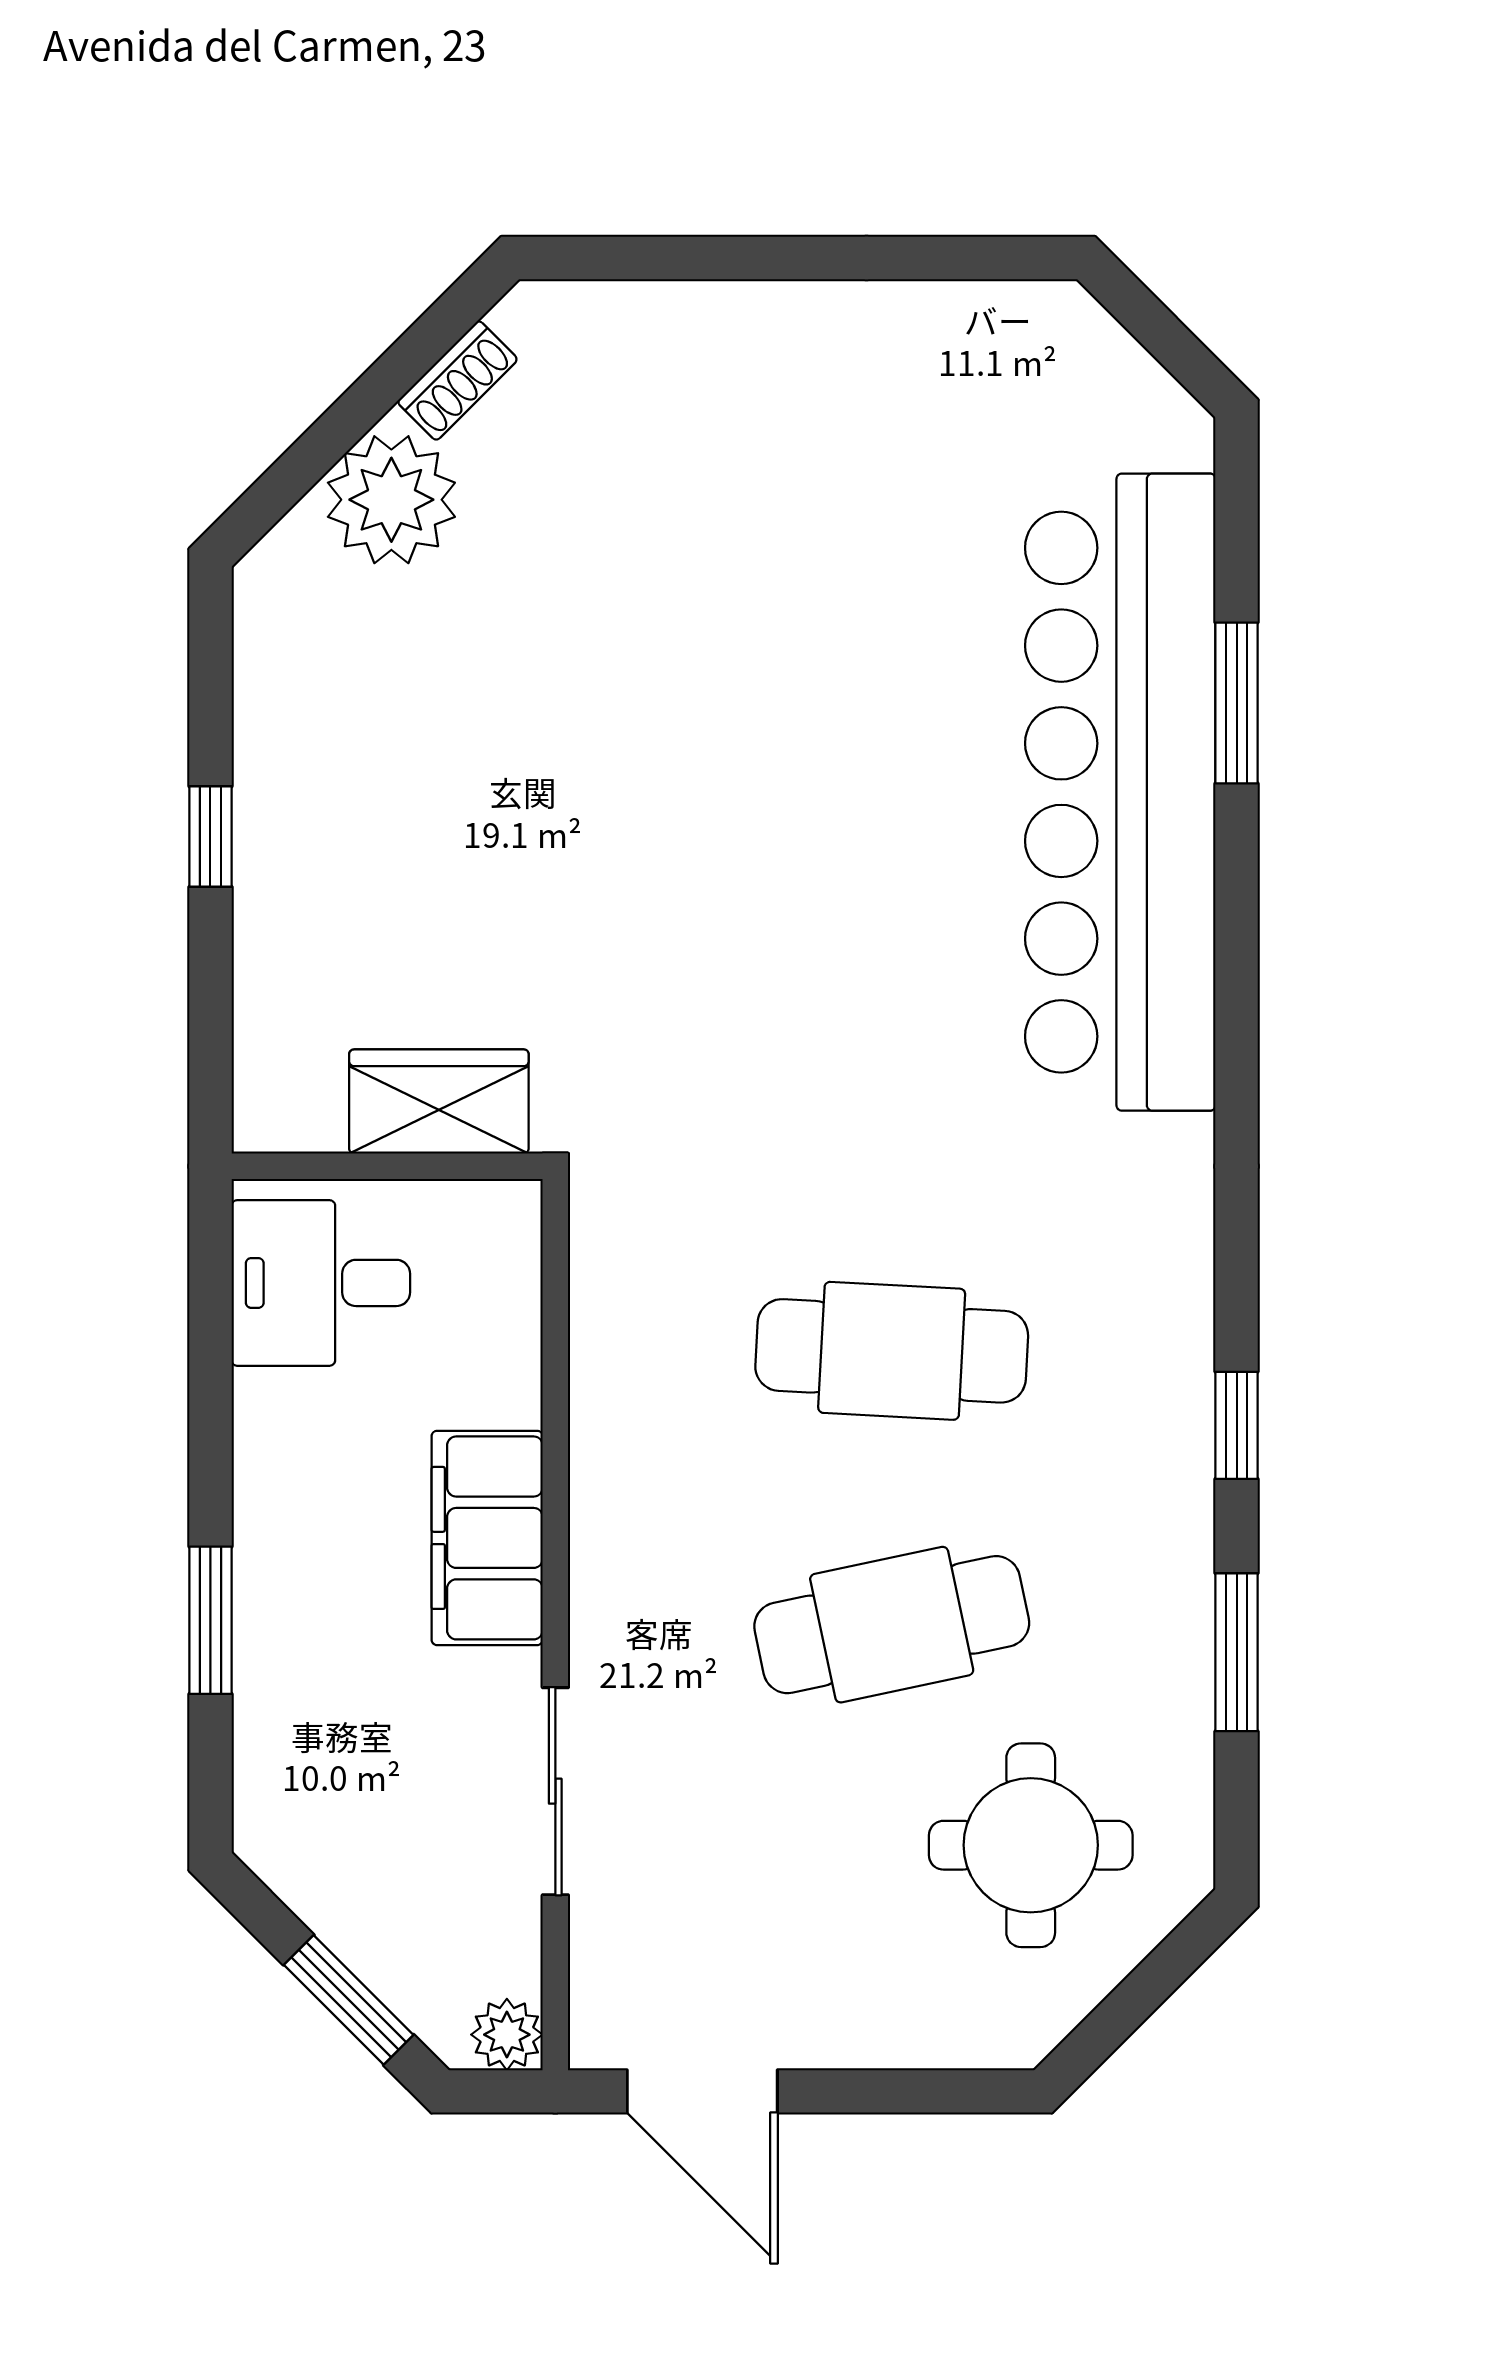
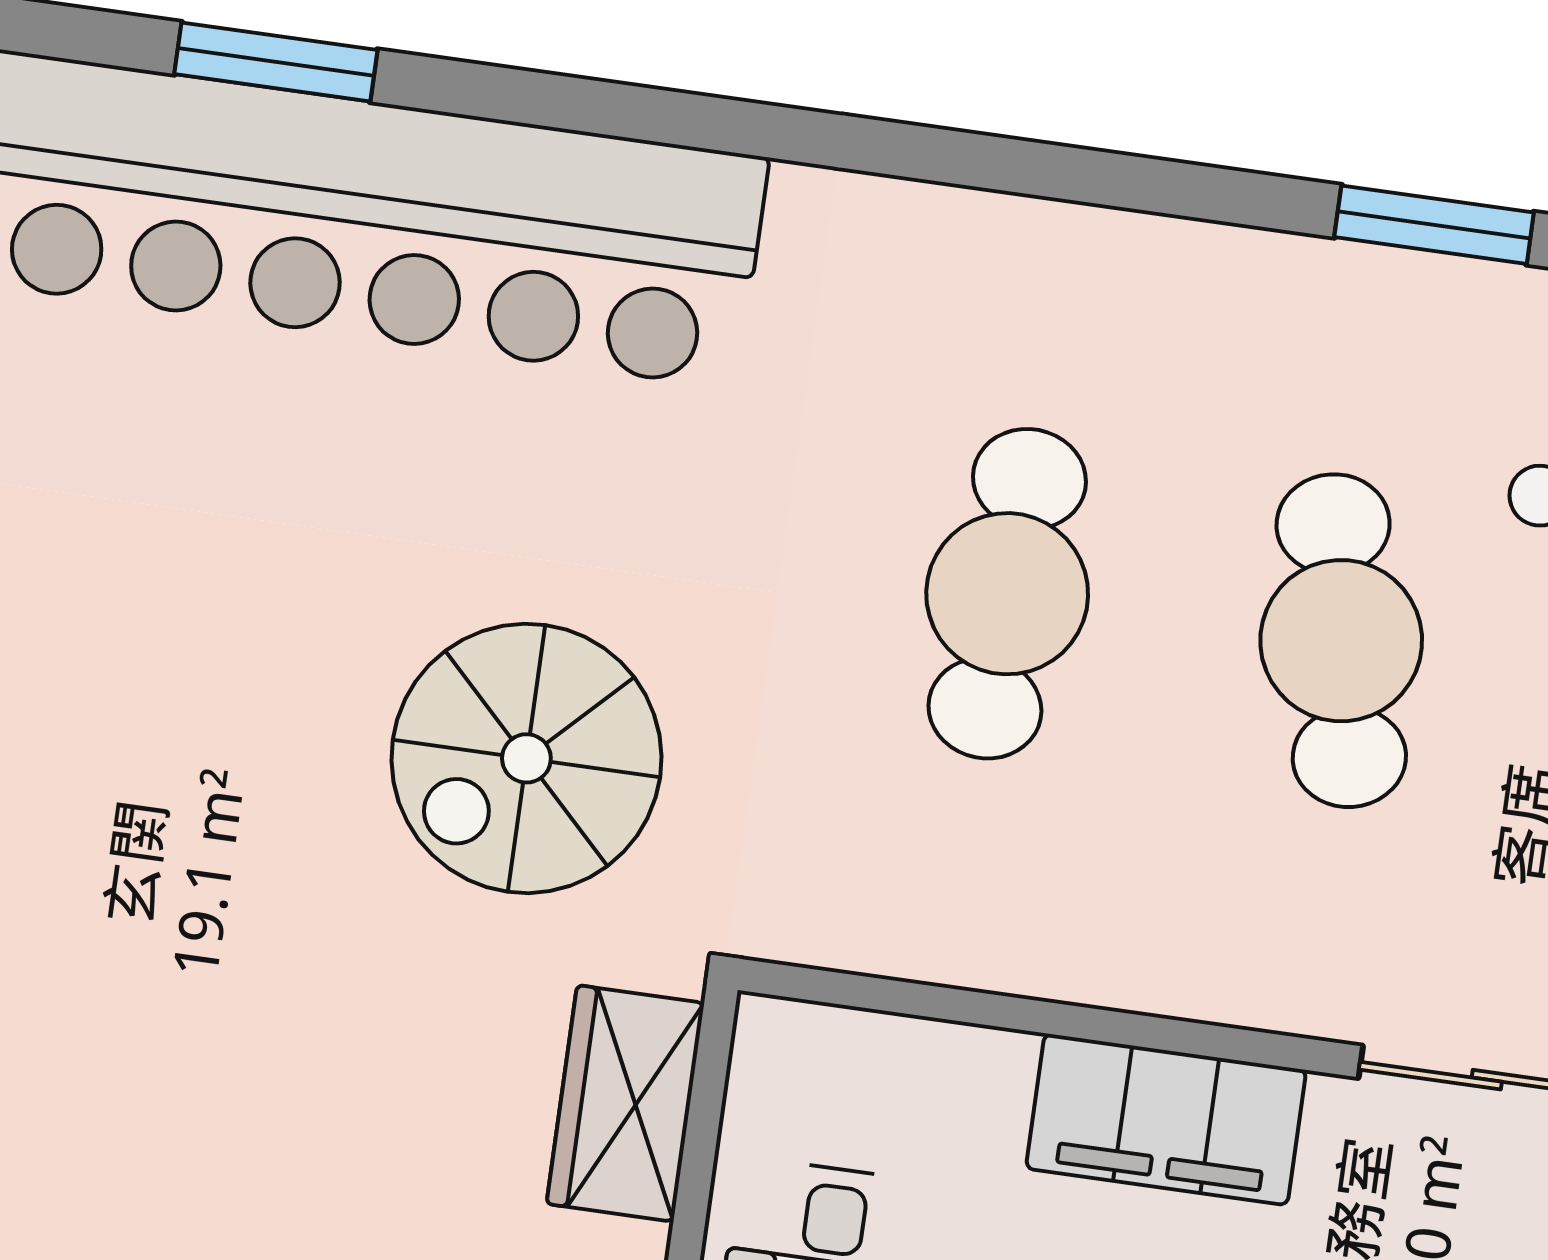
spiral stairs: (705, 983) -> (526, 758), added
window: (1237, 1425) -> (1157, 186), removed

